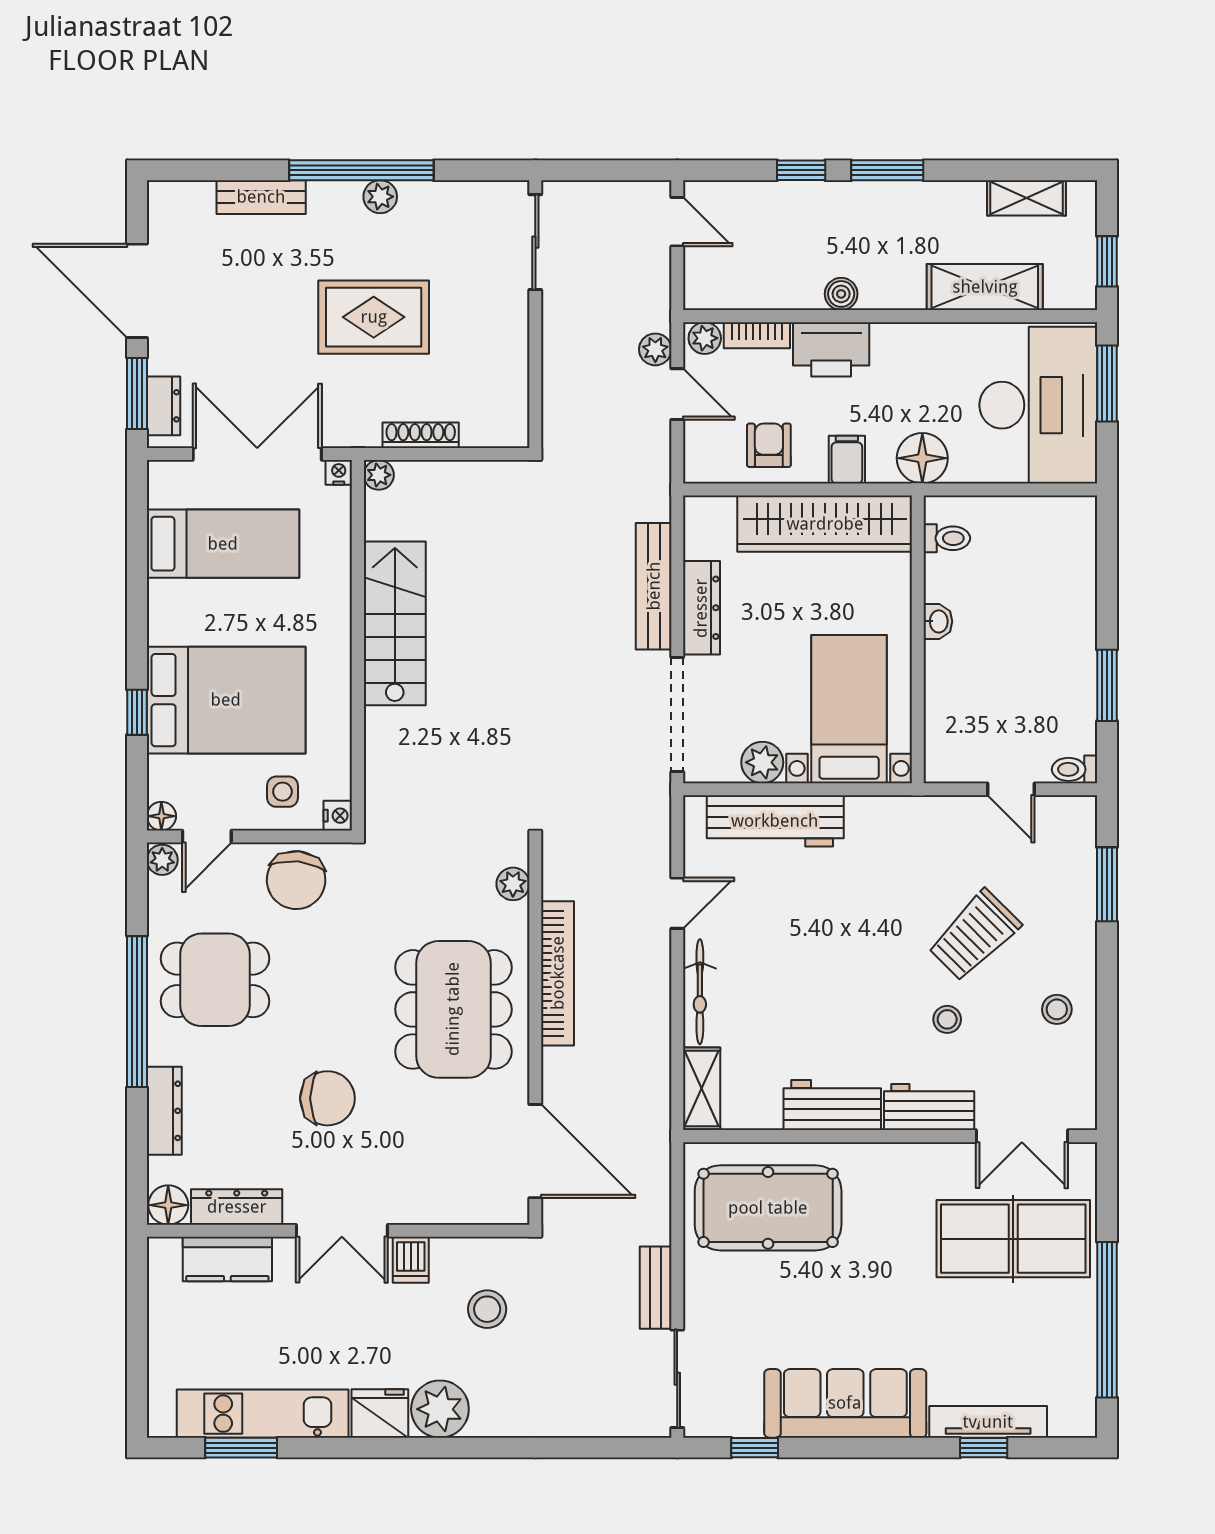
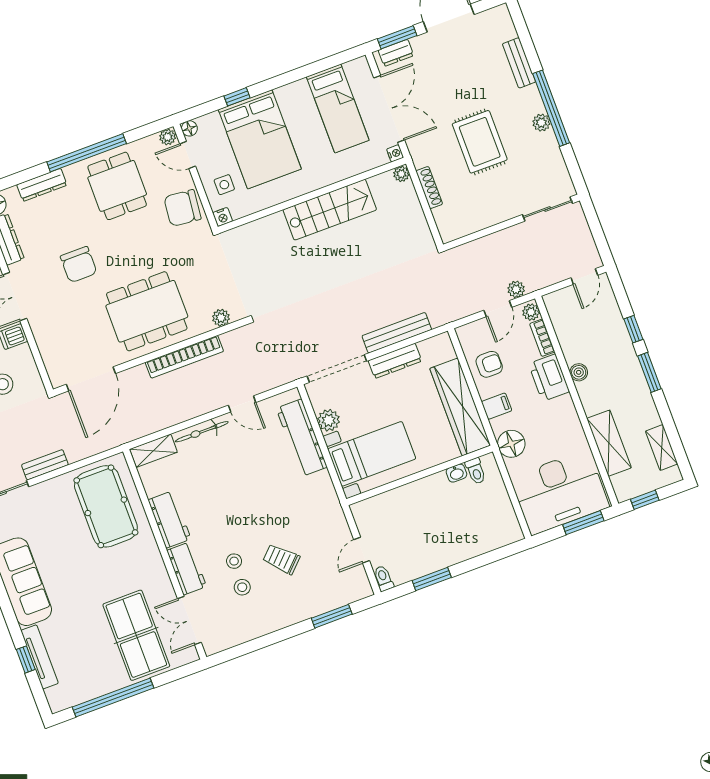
washbasin: (938, 621) -> (456, 473), moved
trolley: (974, 935) -> (281, 559), width x0.73, depth x0.72
stool: (1057, 1009) -> (242, 587), moved

